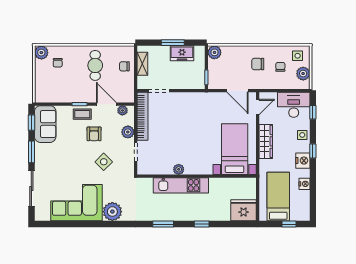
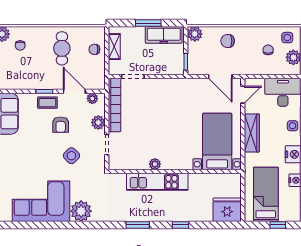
freezer: (182, 53) -> (164, 35), width x1.40
chair: (258, 64) -> (228, 41), moved

